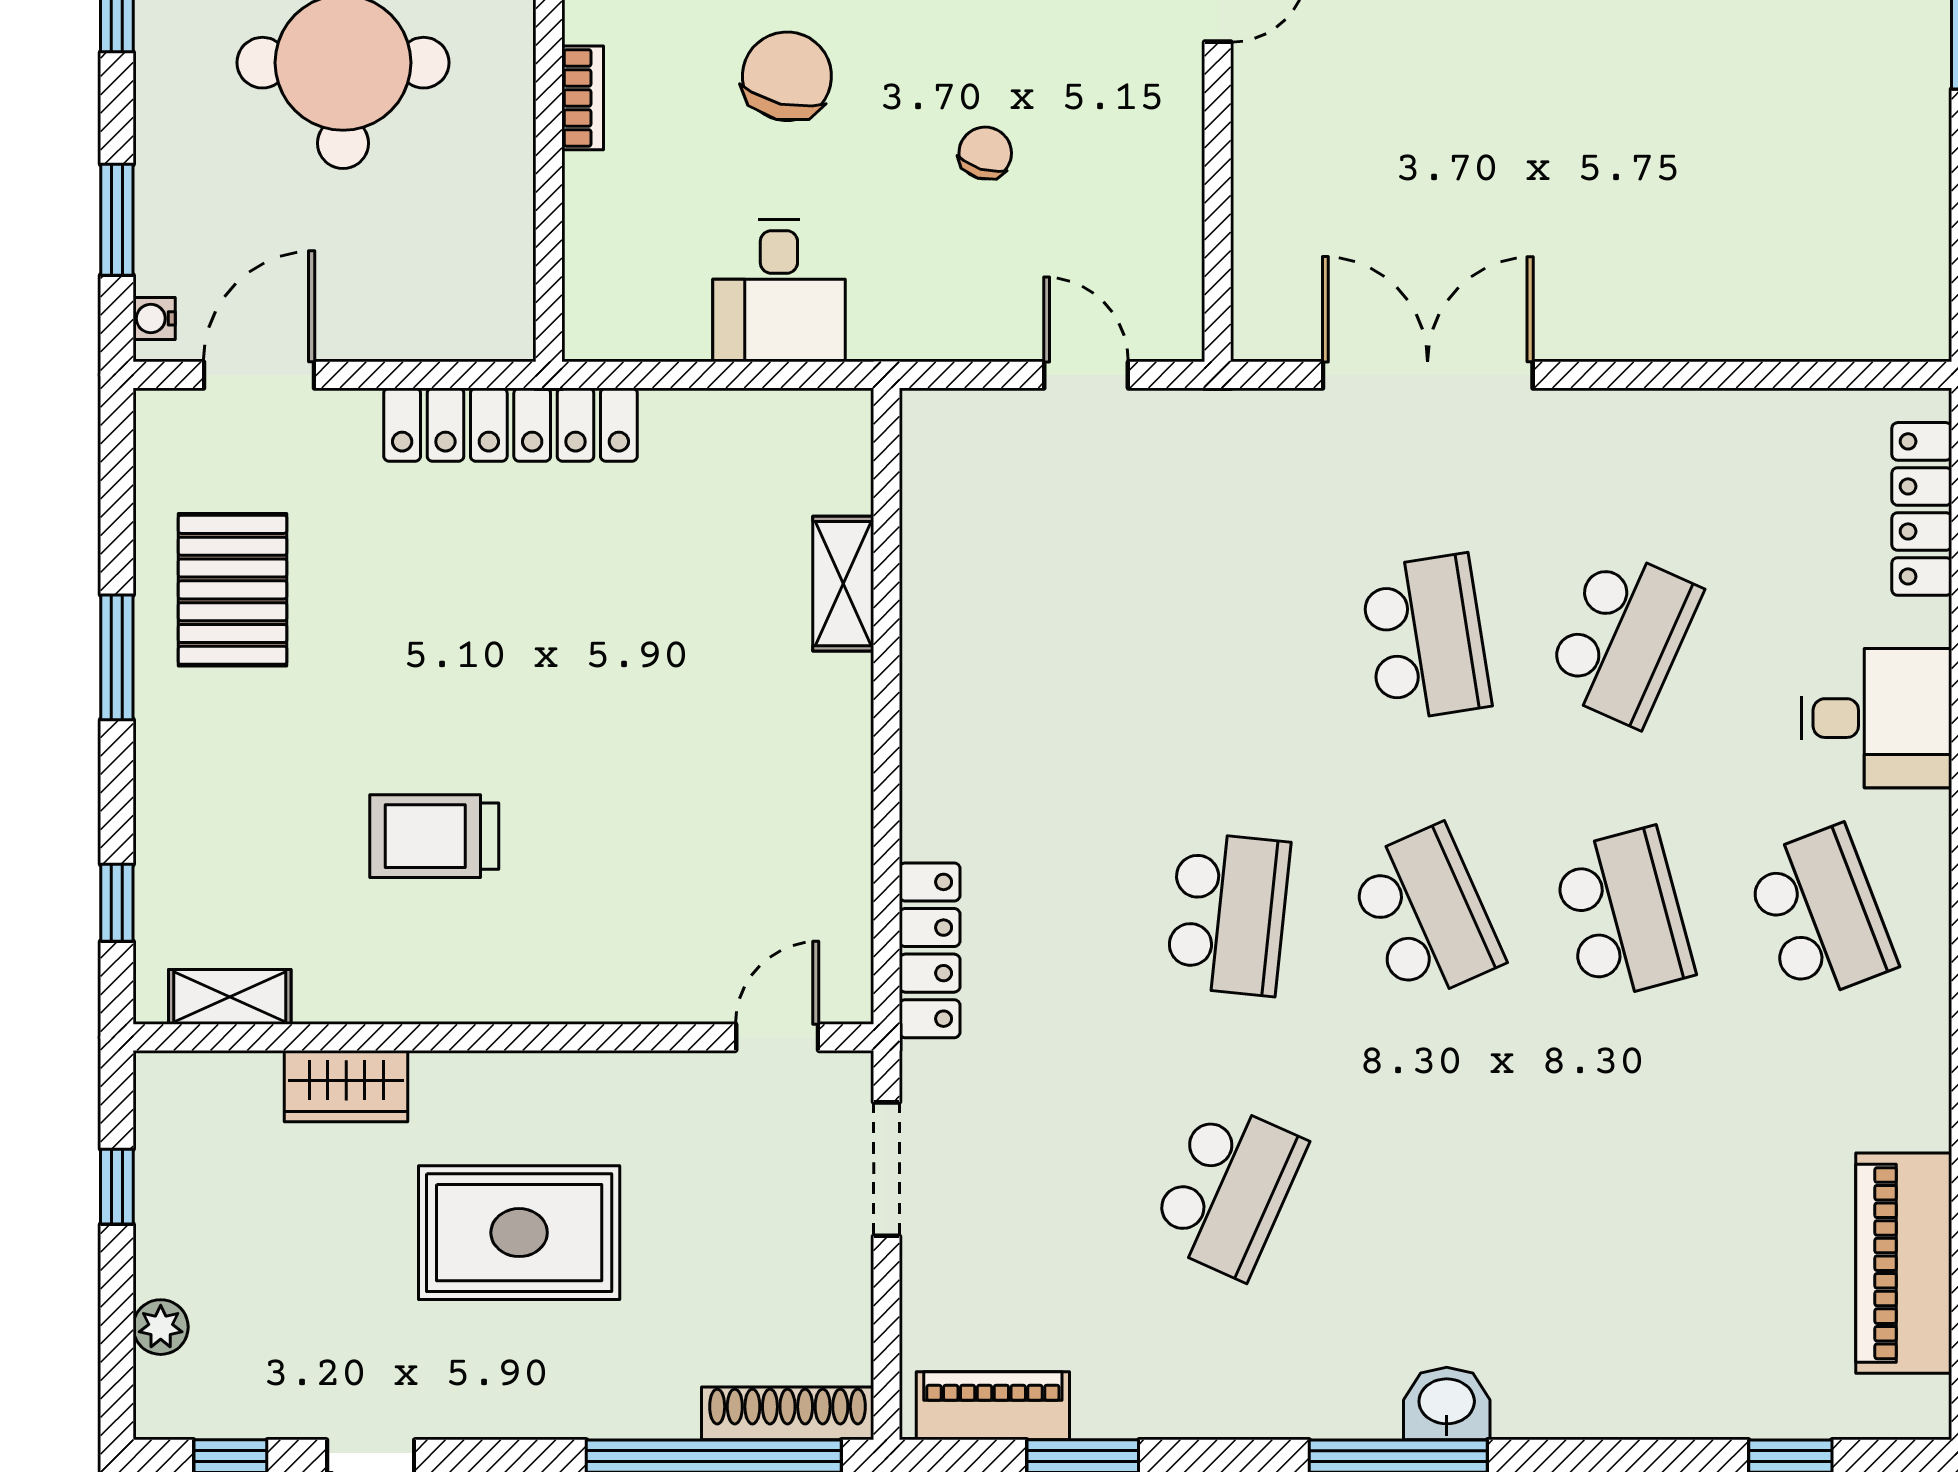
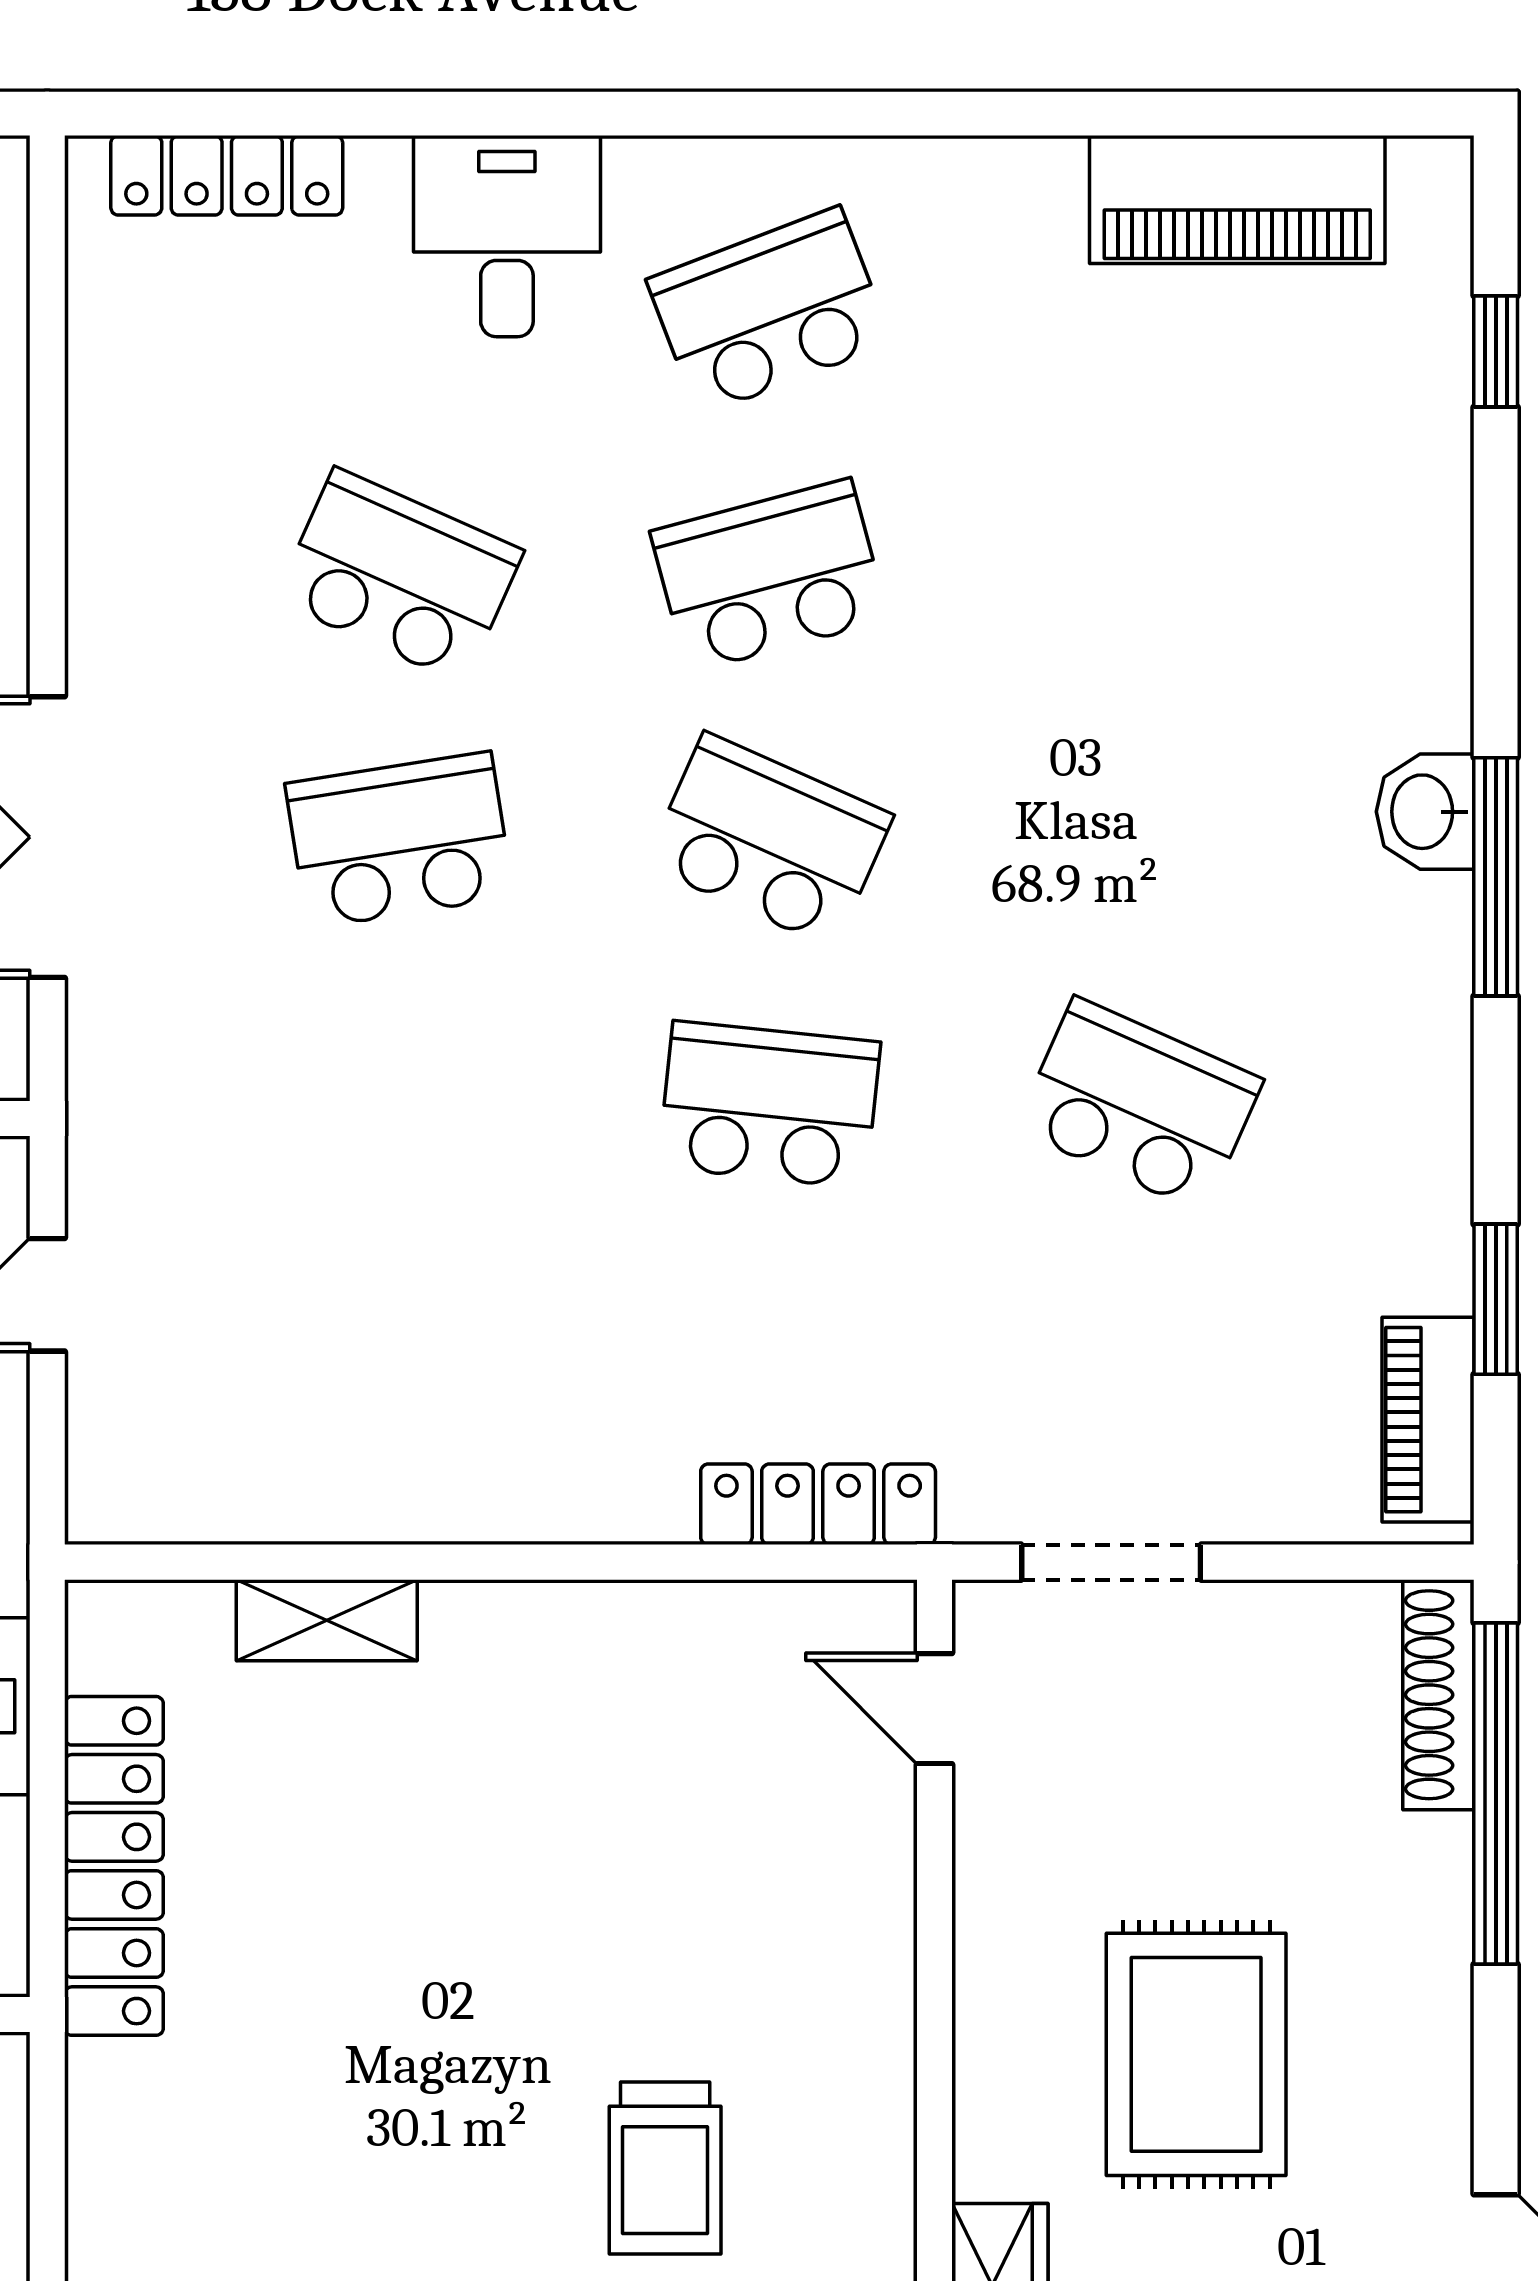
locker: (510, 425) -> (114, 1866), moved
school desk: (1426, 914) -> (769, 840), turned 48

